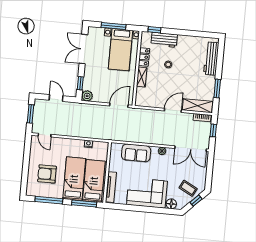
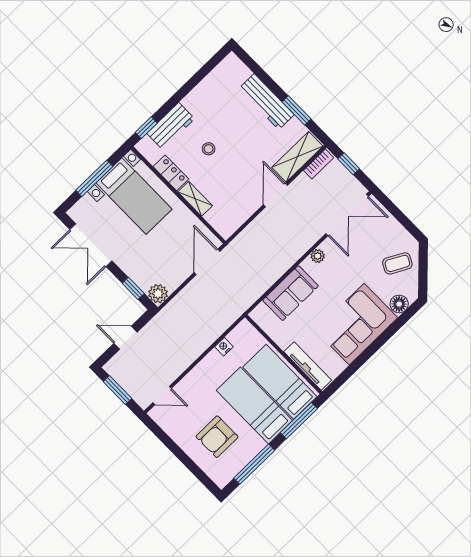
workbench: (211, 59) -> (267, 102), moved
window: (196, 201) -> (423, 267), removed

